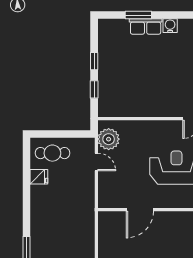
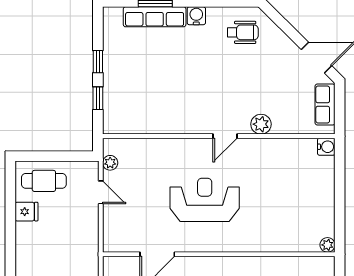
row of seats: (146, 26) -> (155, 17), width x1.48
plant: (109, 139) -> (110, 163), width x0.53, depth x0.53

